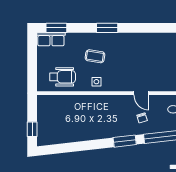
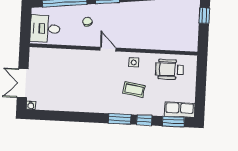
window: (84, 28) -> (144, 120), added
door: (141, 93) -> (108, 49), moved

